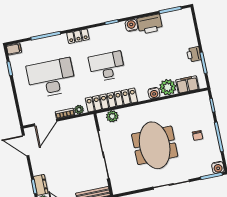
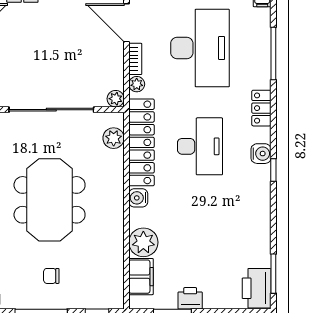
printer: (150, 24) -> (257, 288), moved
water cooler: (131, 25) -> (261, 154), moved
water cooler: (154, 93) -> (138, 198), moved
plant: (90, 120) -> (116, 99), added
meeting table: (155, 145) -> (50, 200), turned 90

